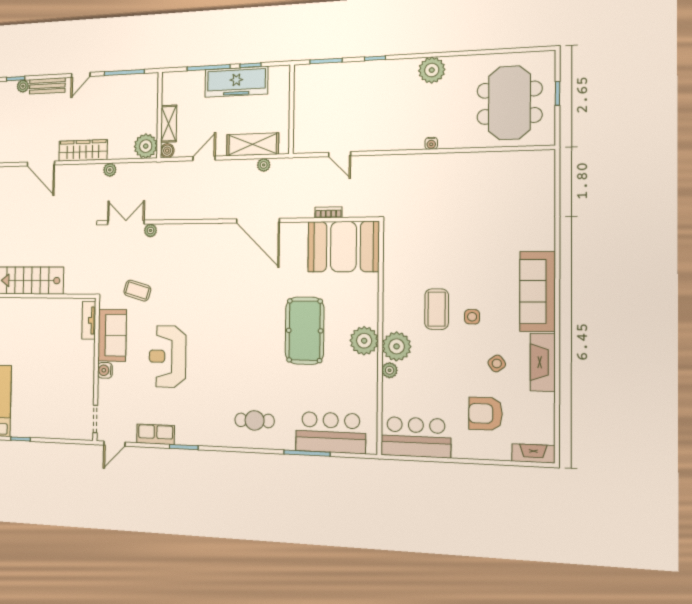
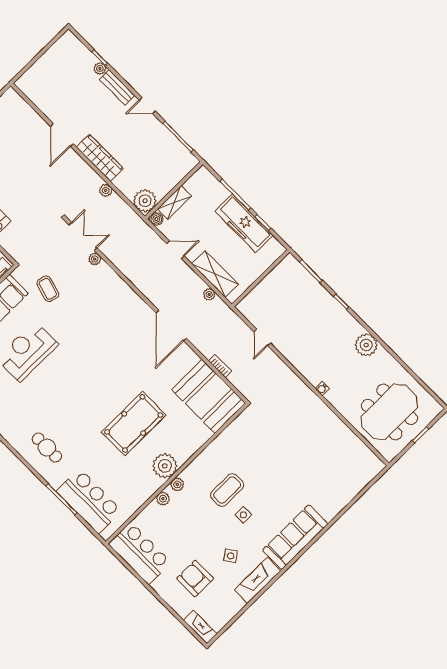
plant: (397, 346) -> (177, 484), width x0.53, depth x0.53

